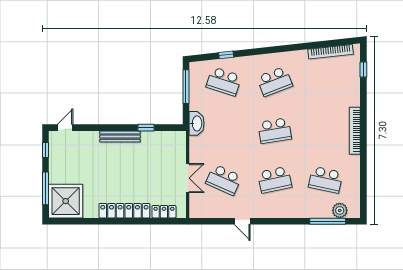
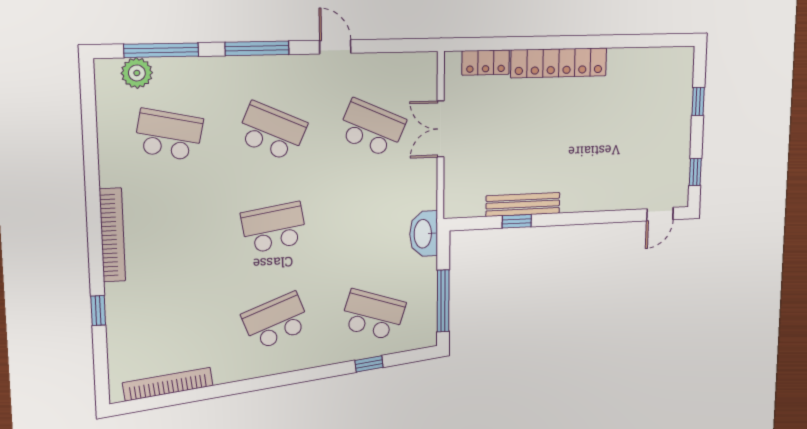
window: (363, 70) -> (98, 311), moved
bench: (120, 137) -> (523, 205), moved
school desk: (275, 180) -> (272, 131), turned 36
window: (45, 188) -> (698, 101), width x0.46
shower: (66, 201) -> (664, 79), removed
window: (281, 221) -> (257, 48), added

